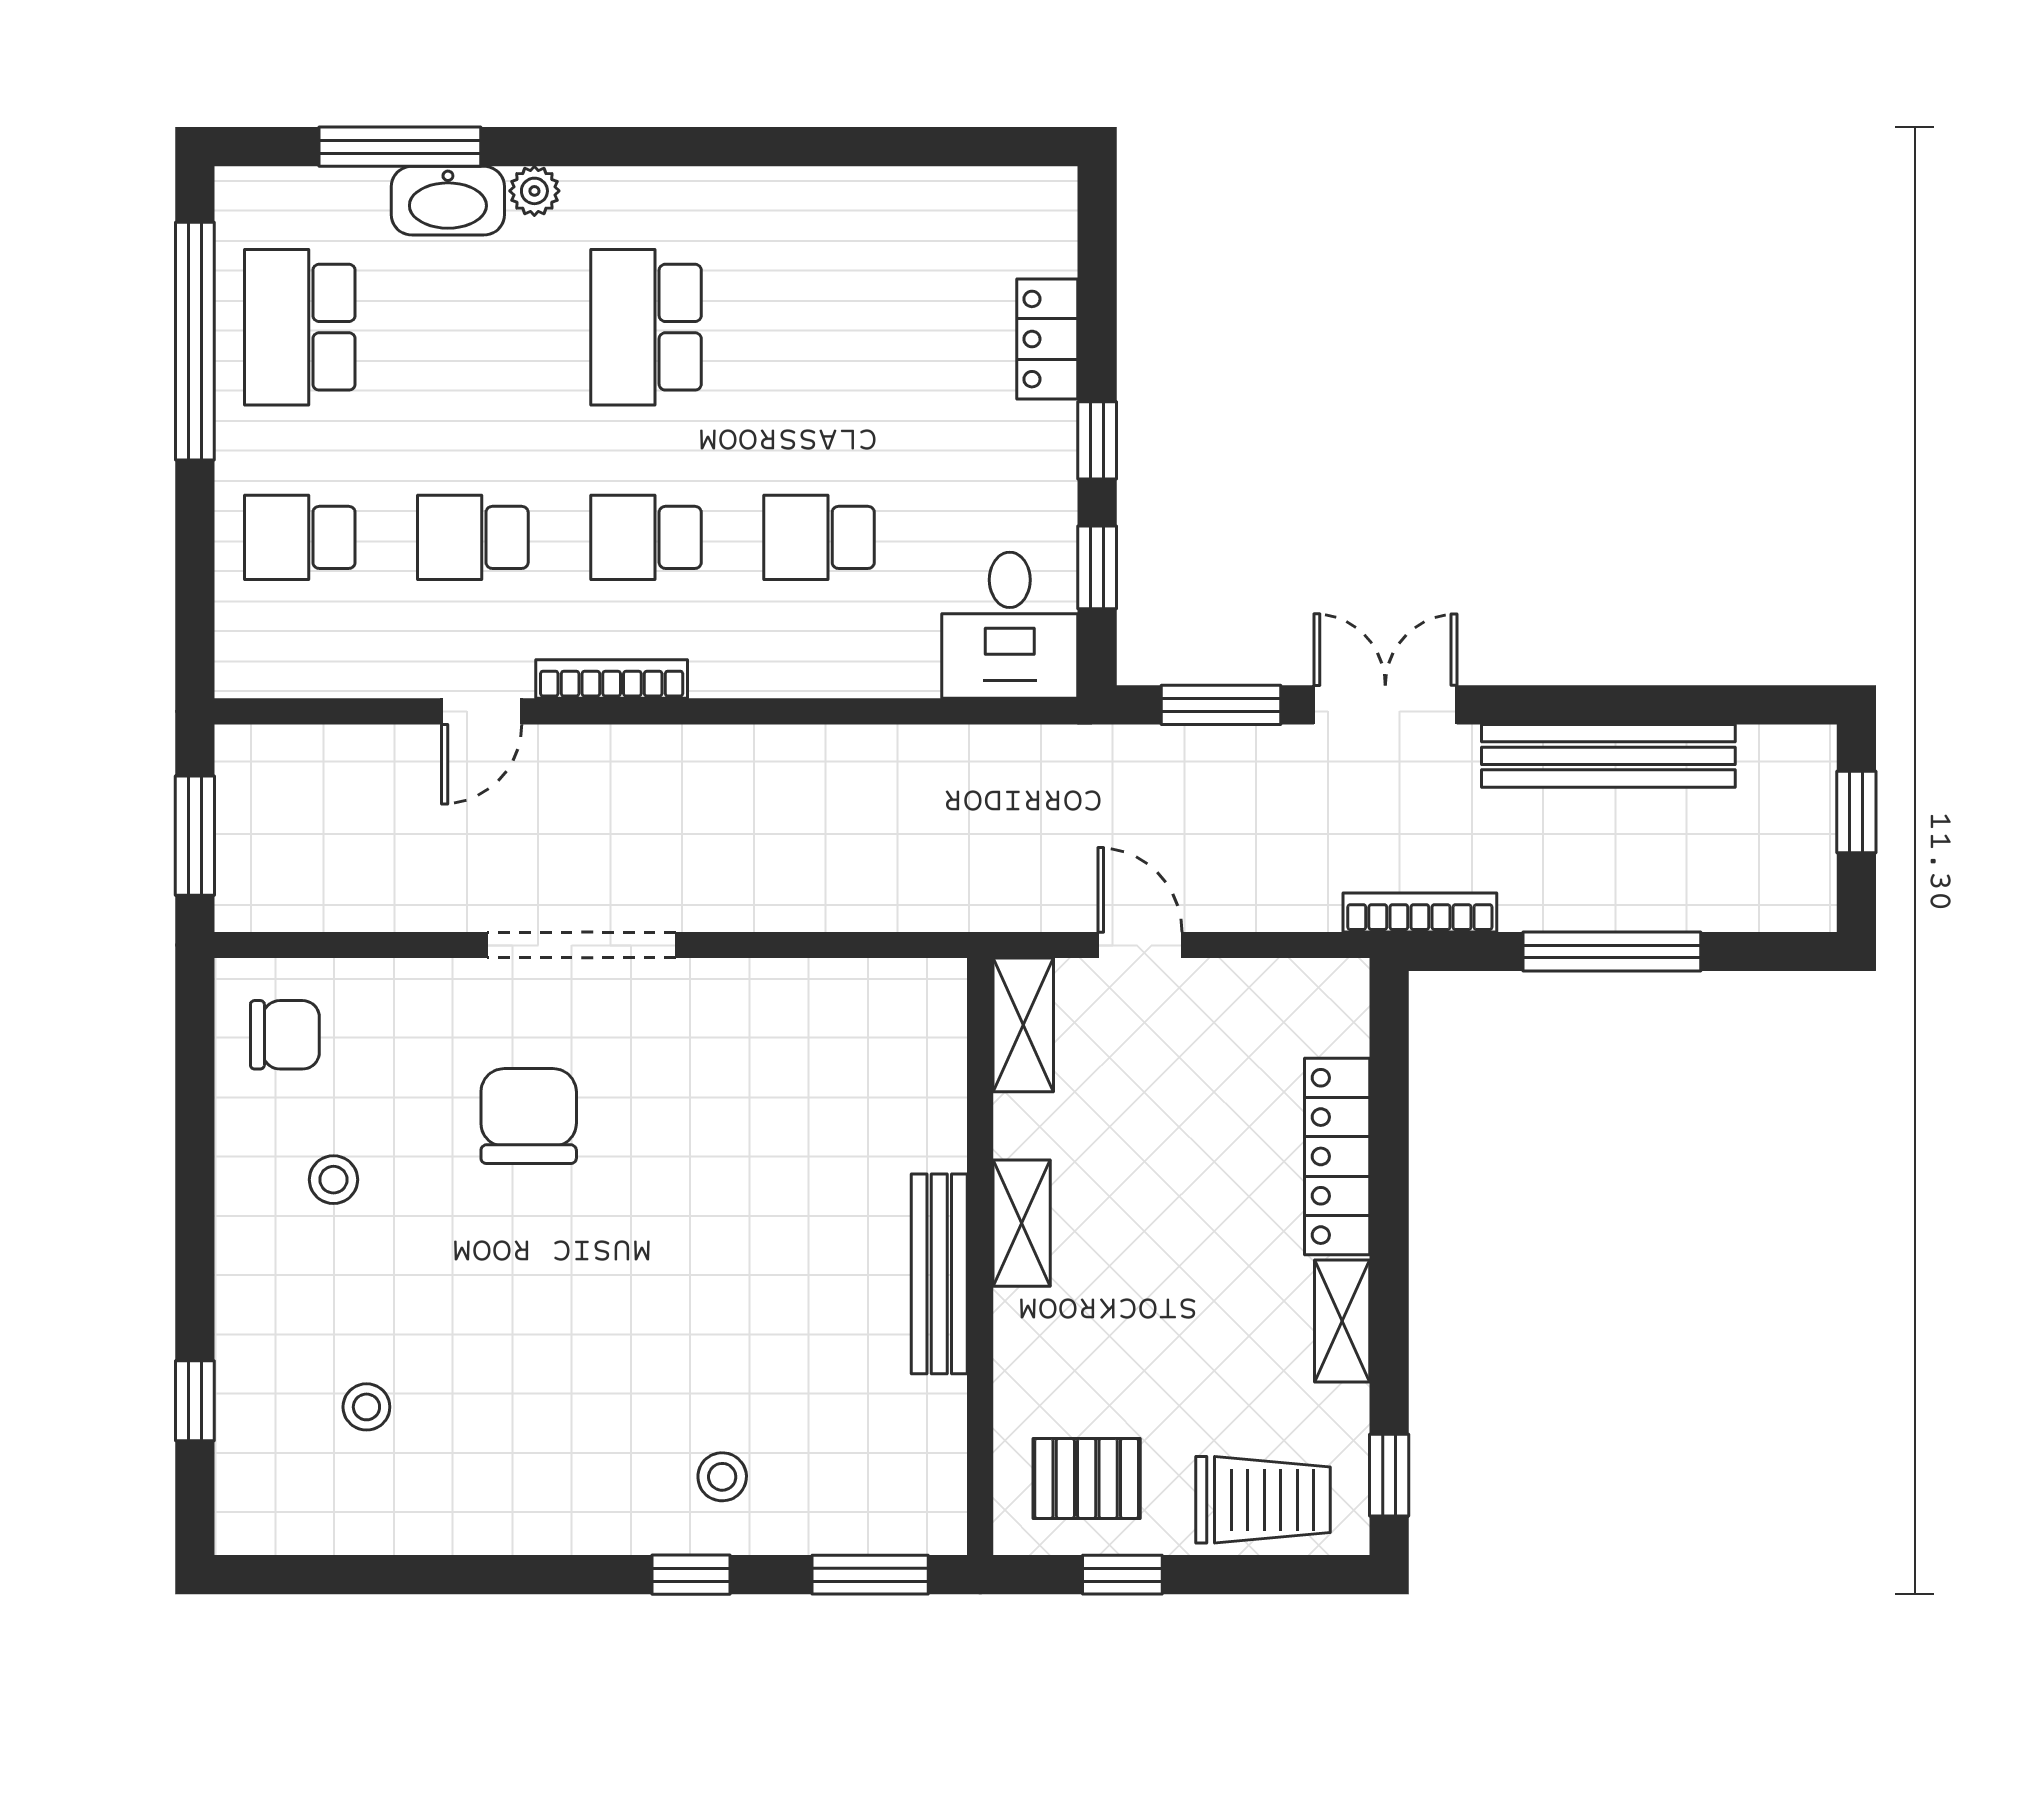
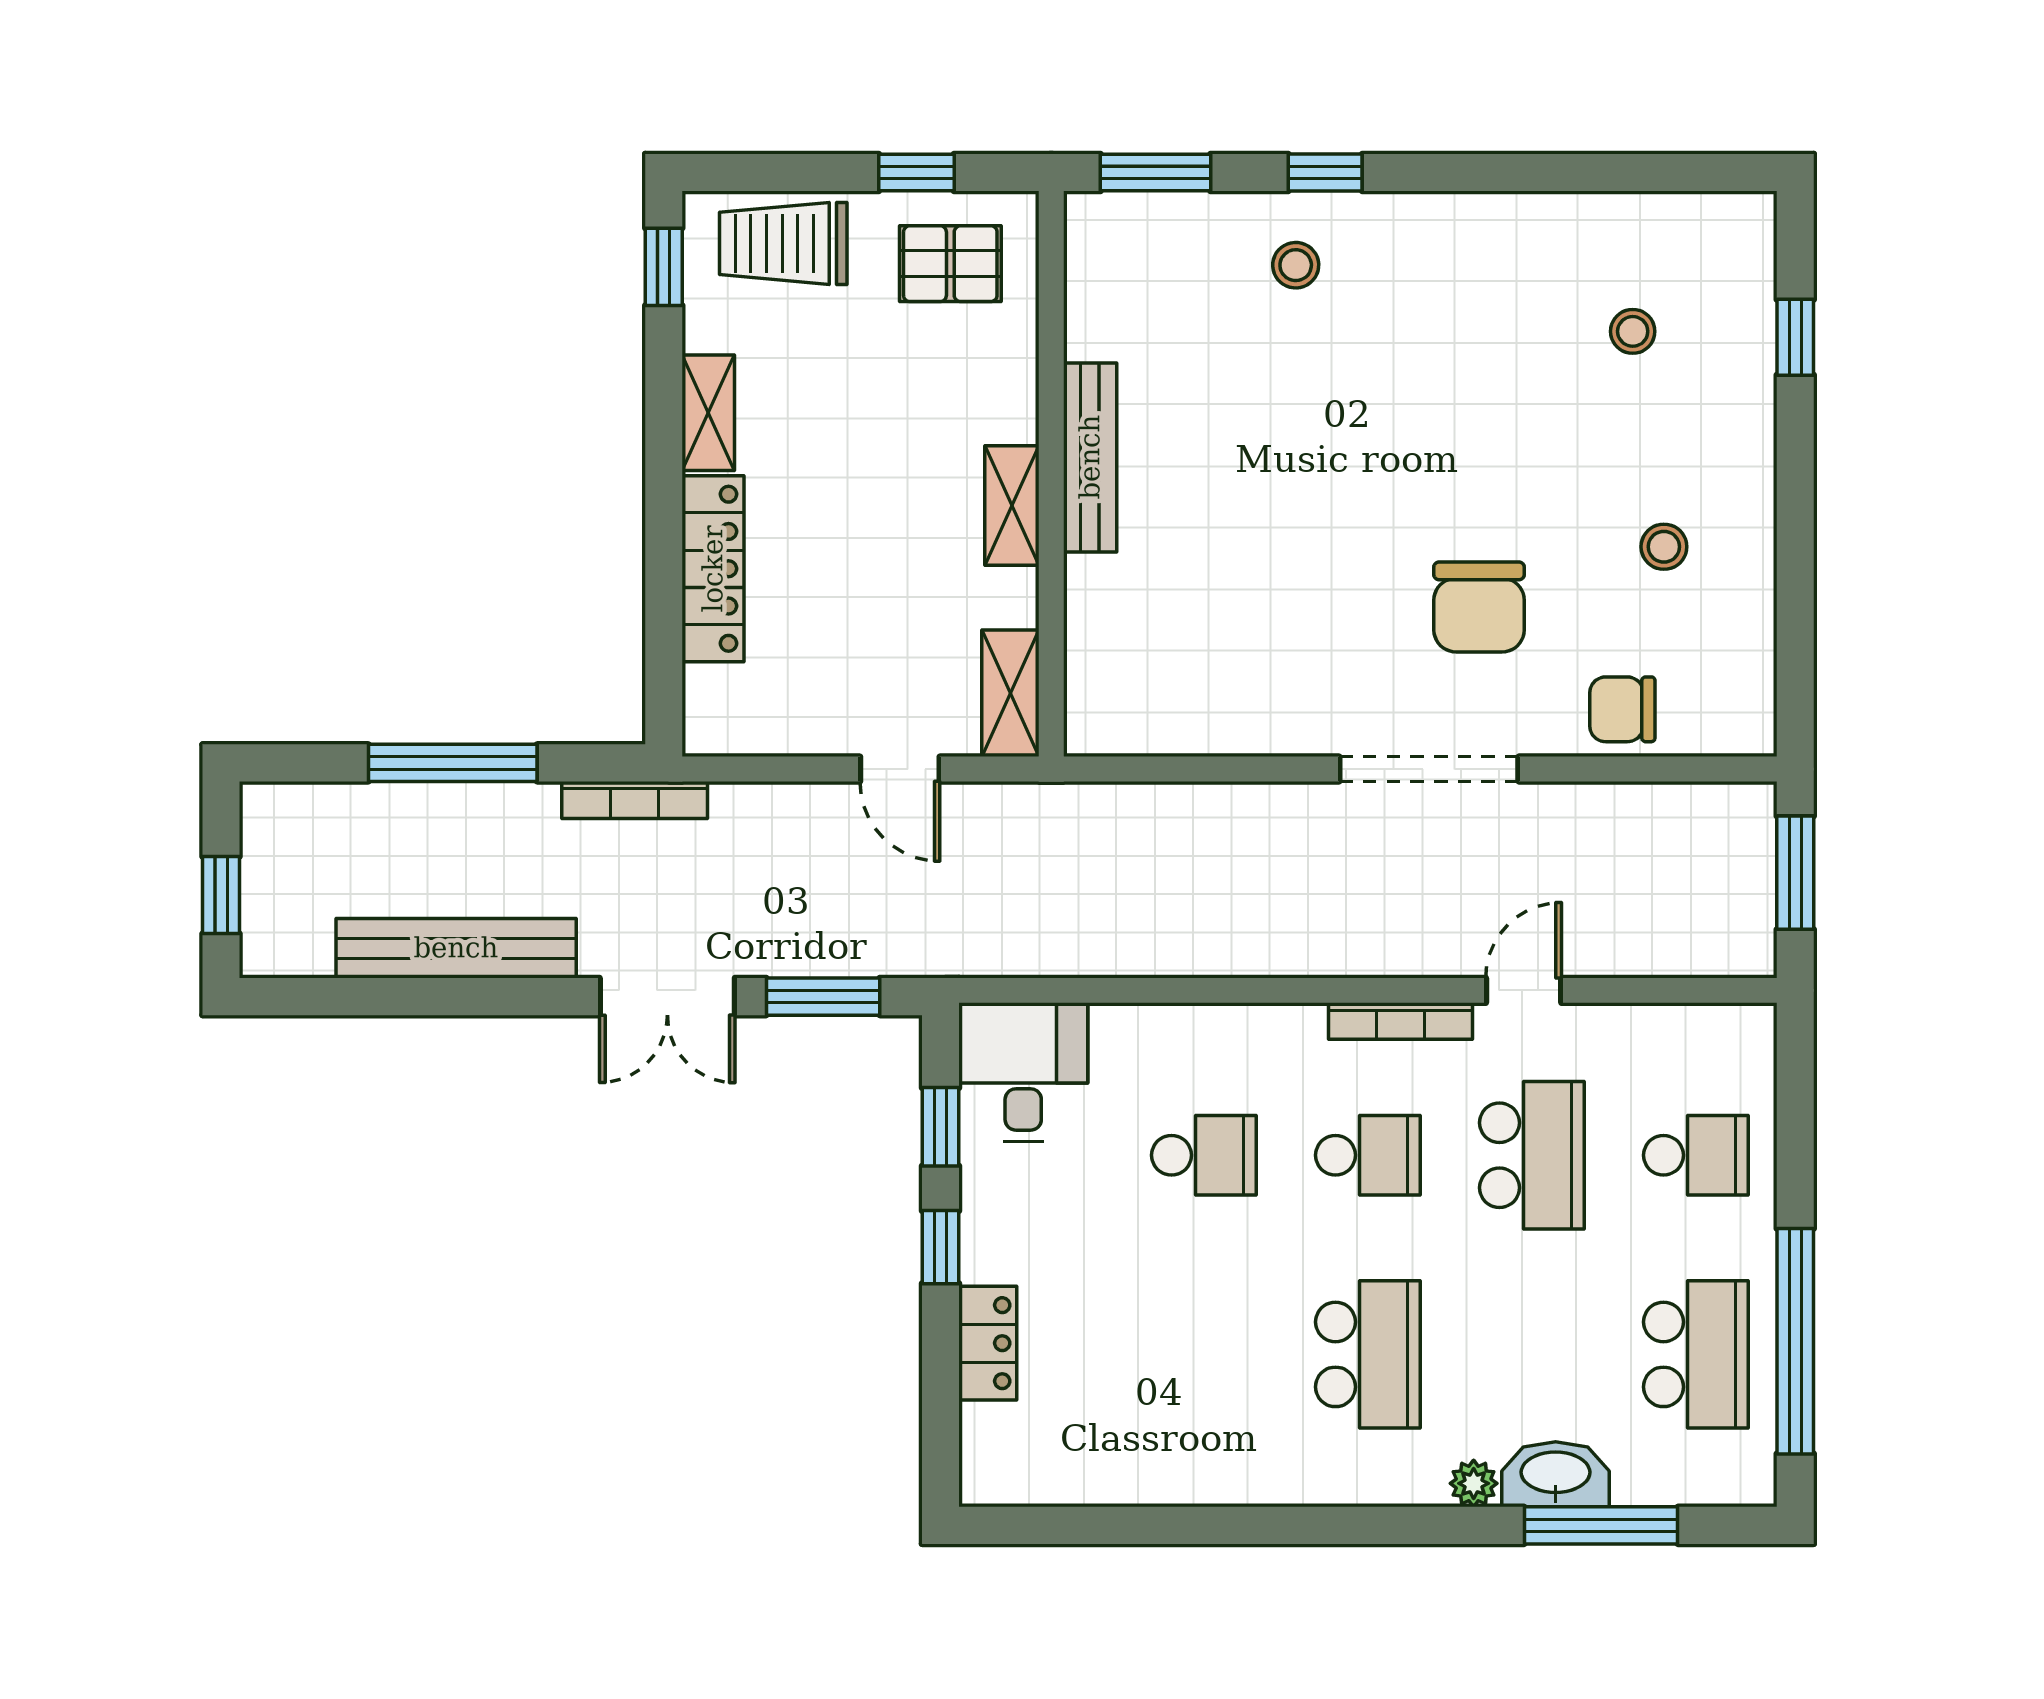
school desk: (473, 537) -> (1532, 1155), width x1.85
chair: (285, 1035) -> (1622, 709), moved

